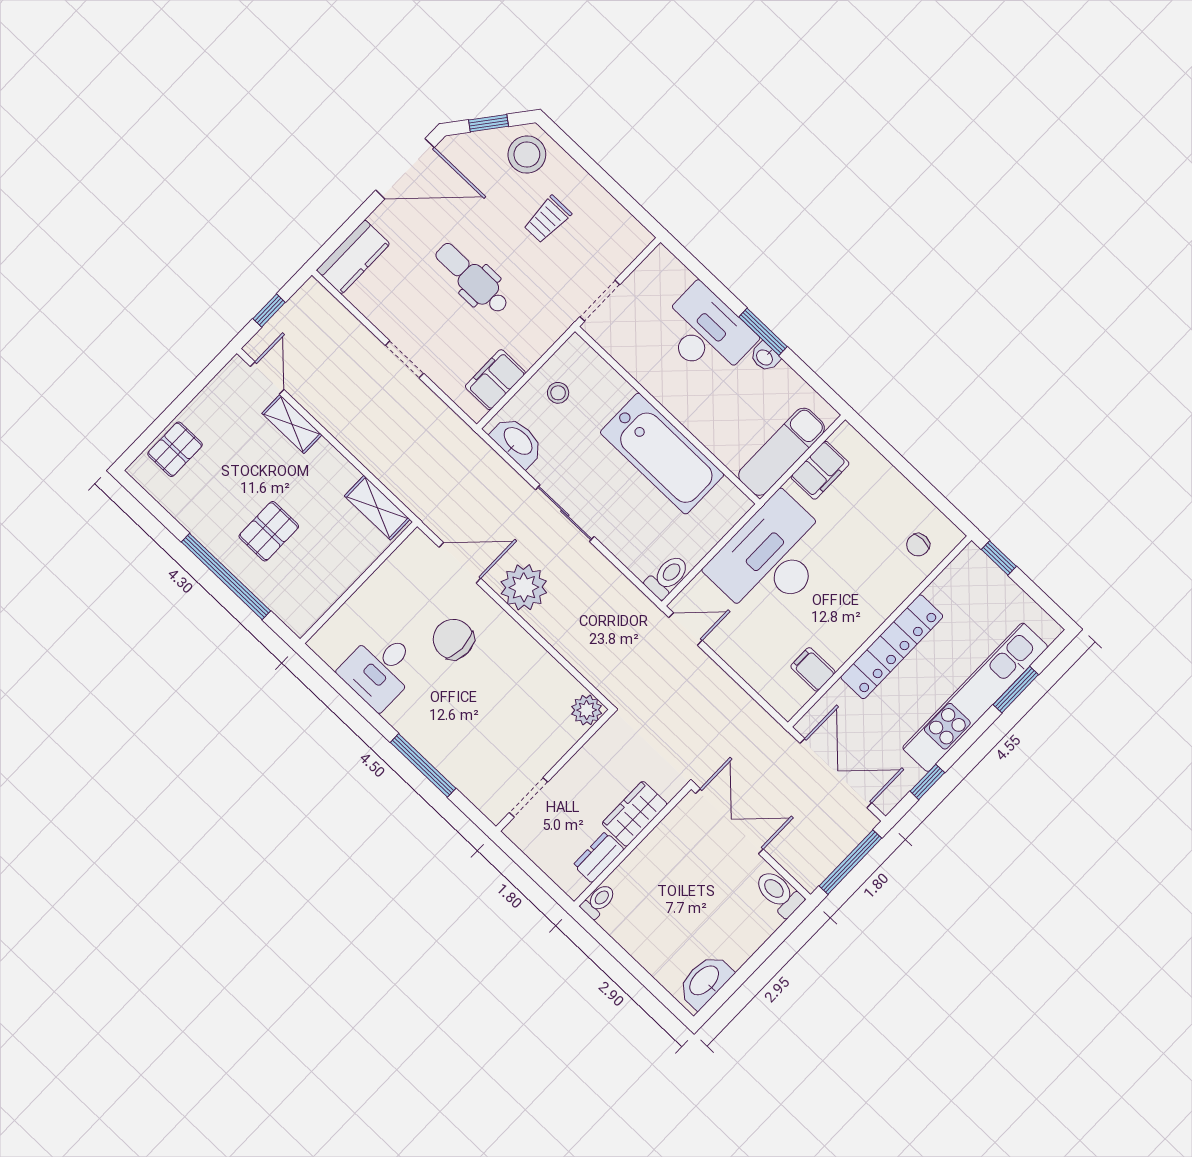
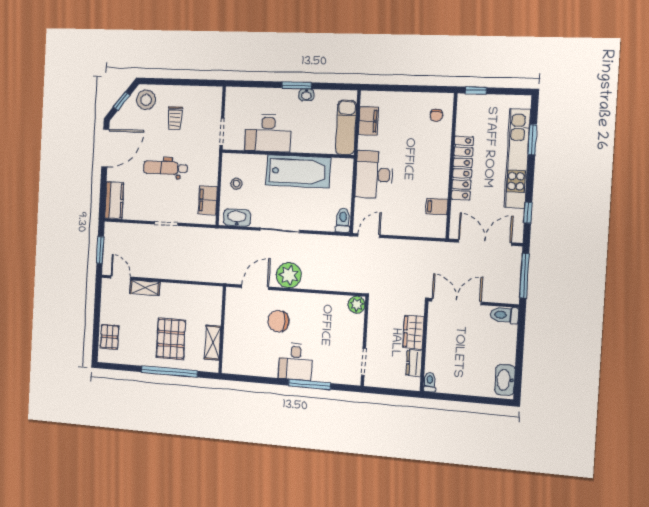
window: (269, 311) -> (100, 250), width x1.50
desk: (706, 333) -> (268, 133), moved, turned 180
shelving: (377, 508) -> (213, 343), moved, turned 90
pallet: (269, 531) -> (171, 339), width x1.50, depth x1.42
desk: (772, 558) -> (374, 175), width x0.73, depth x0.77
desk: (380, 669) -> (296, 362), moved

